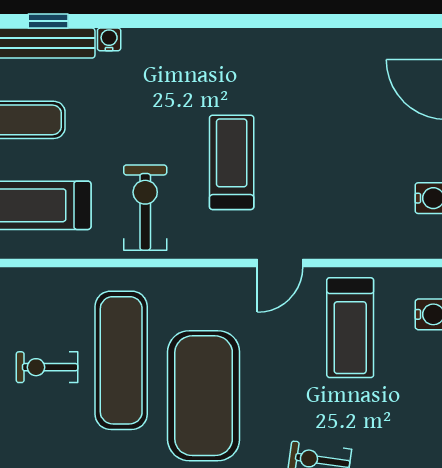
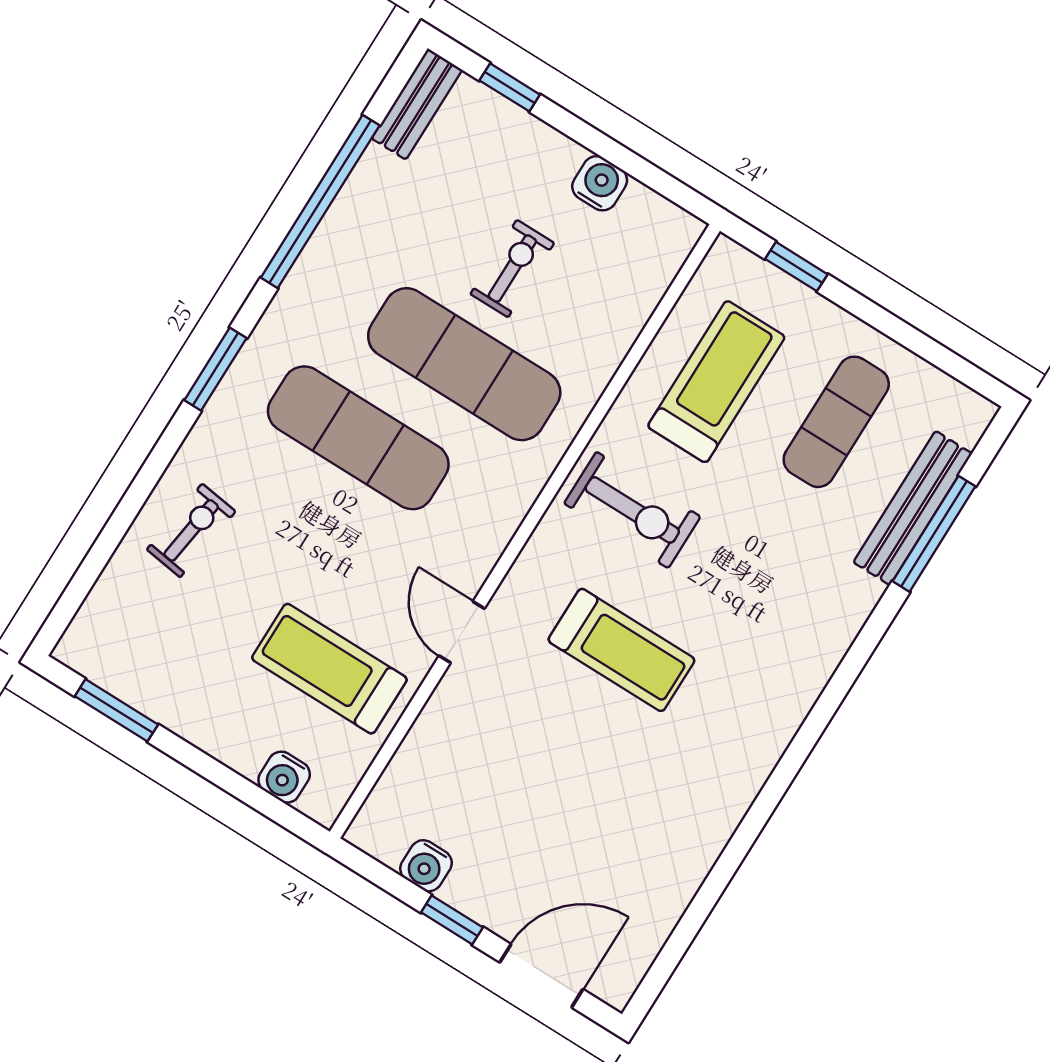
window: (48, 21) -> (934, 534), width x2.17
water cooler: (109, 39) -> (865, 594), removed
exercise mat: (204, 396) -> (358, 438), width x0.68

